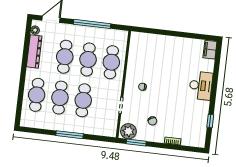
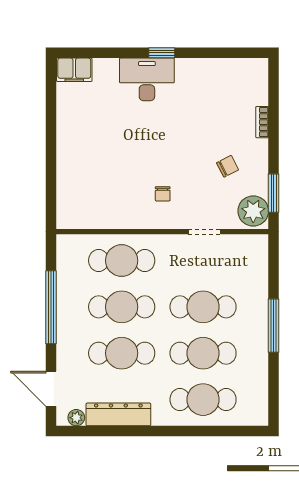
window: (210, 121) -> (162, 53), moved

